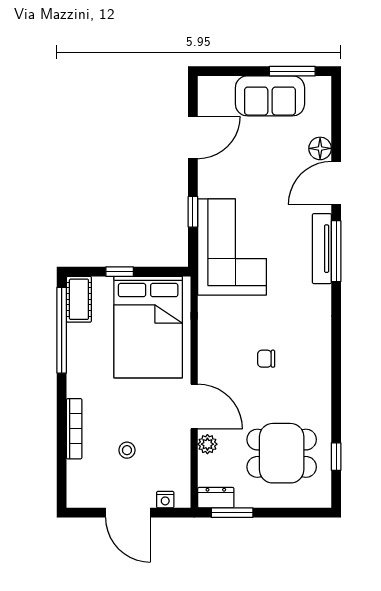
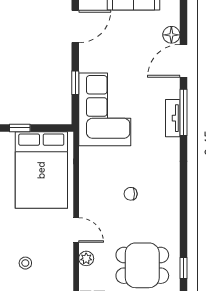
tv unit: (322, 249) -> (173, 118), width x0.71
door: (194, 406) -> (76, 230), width x0.73

